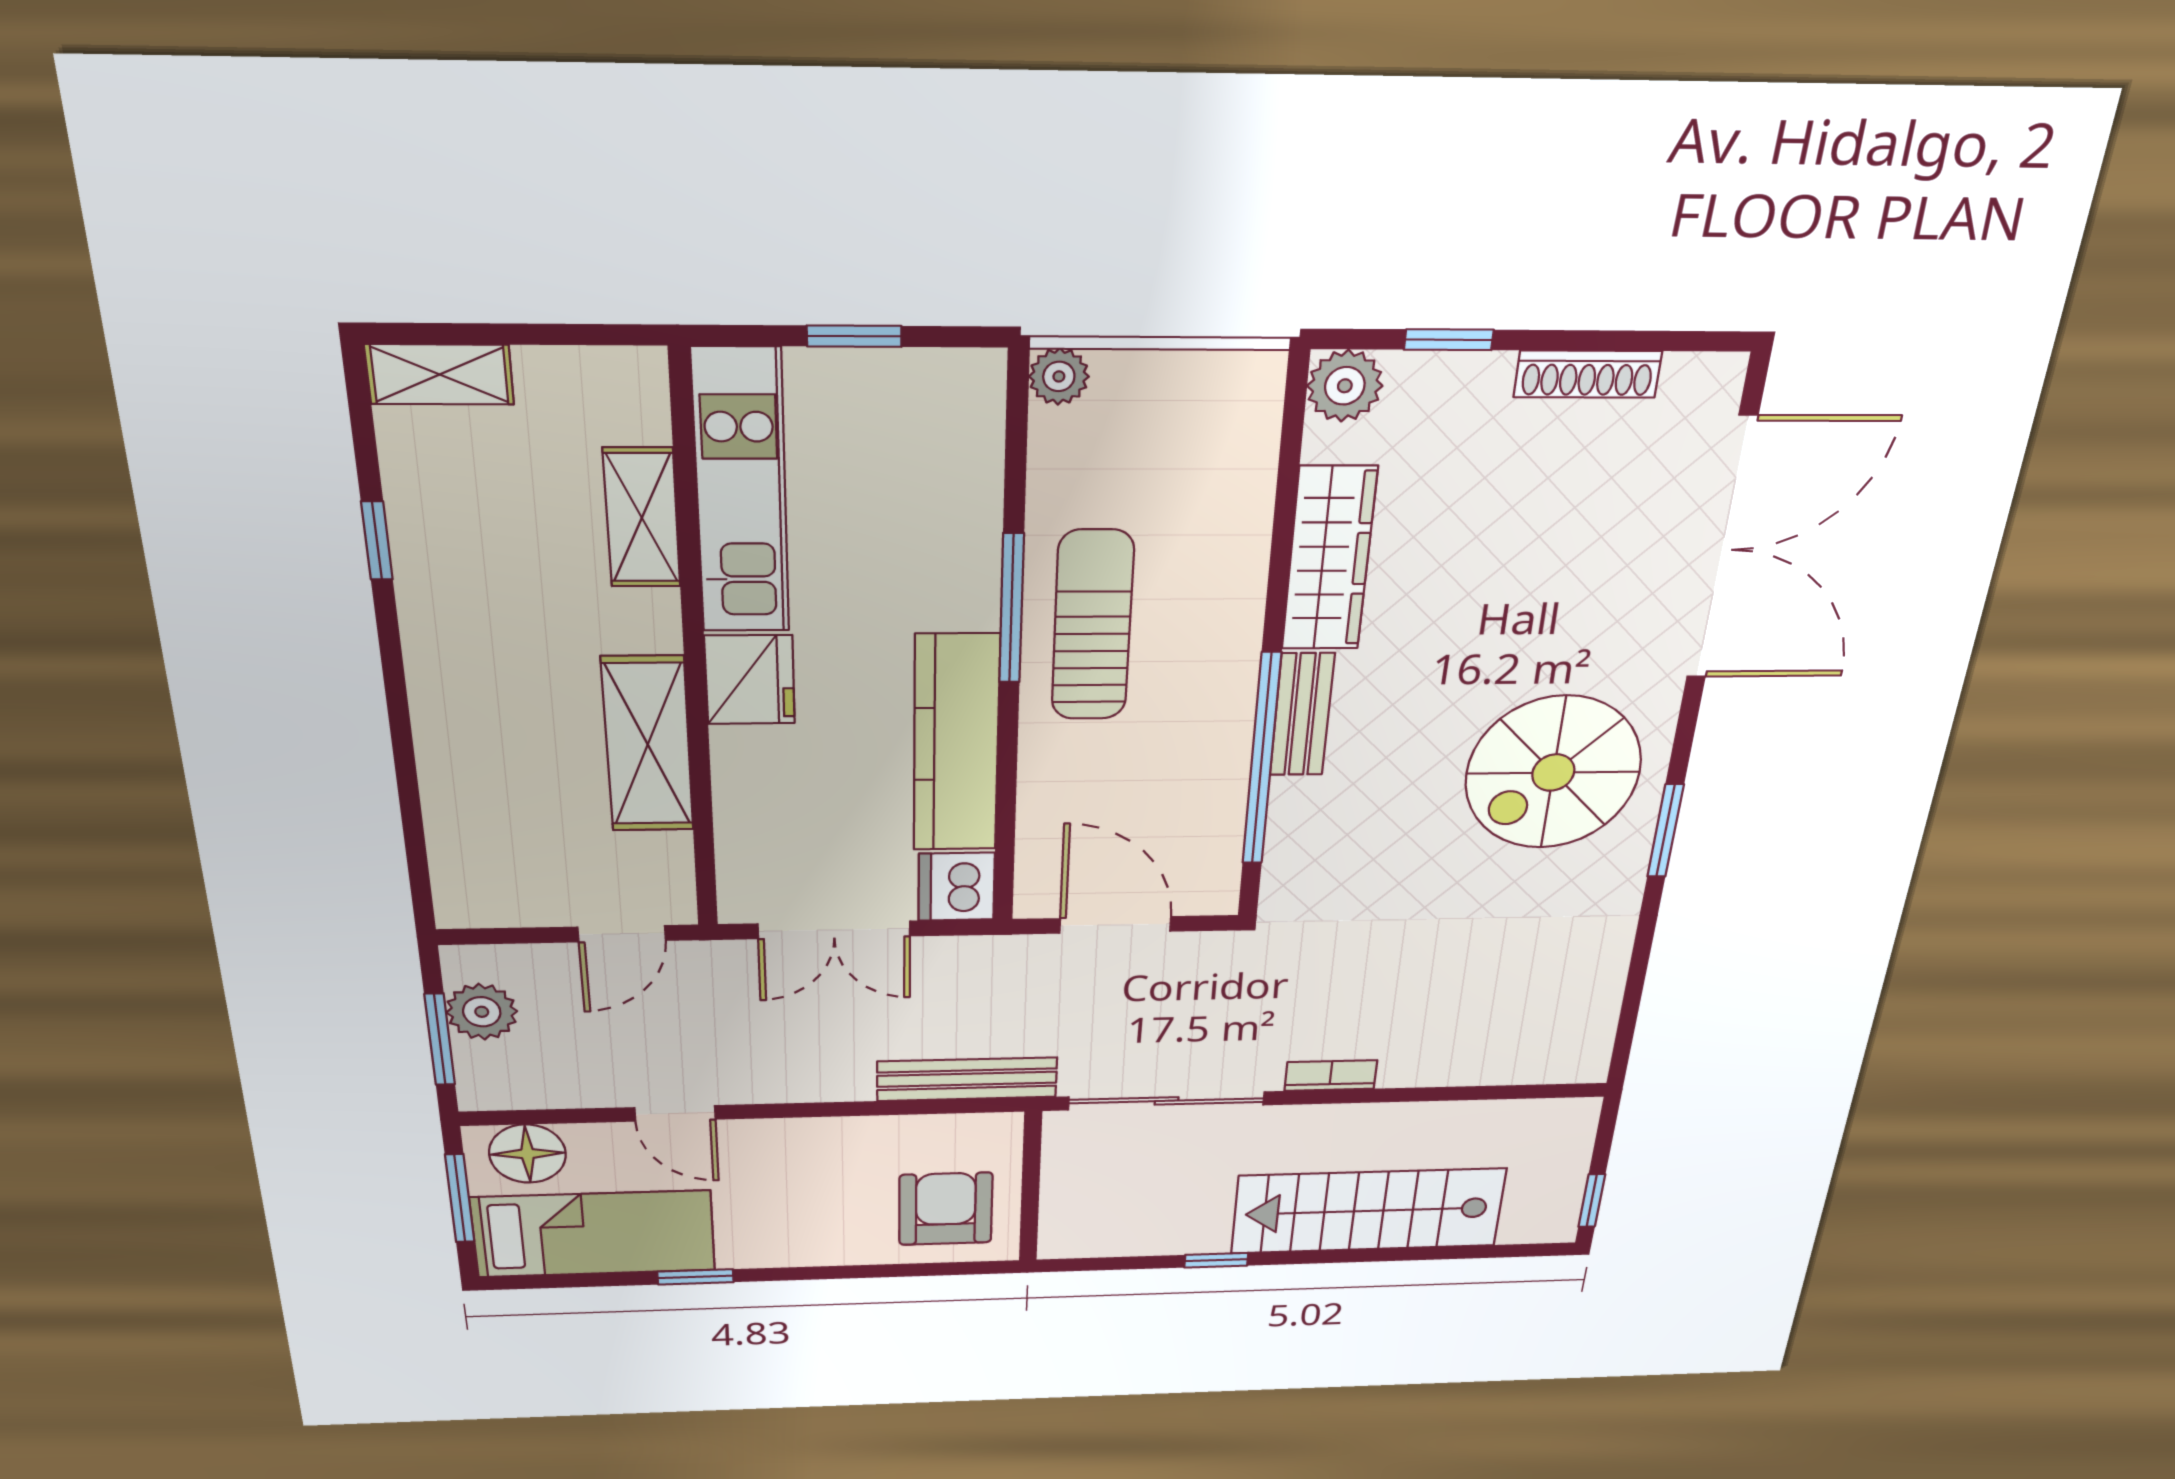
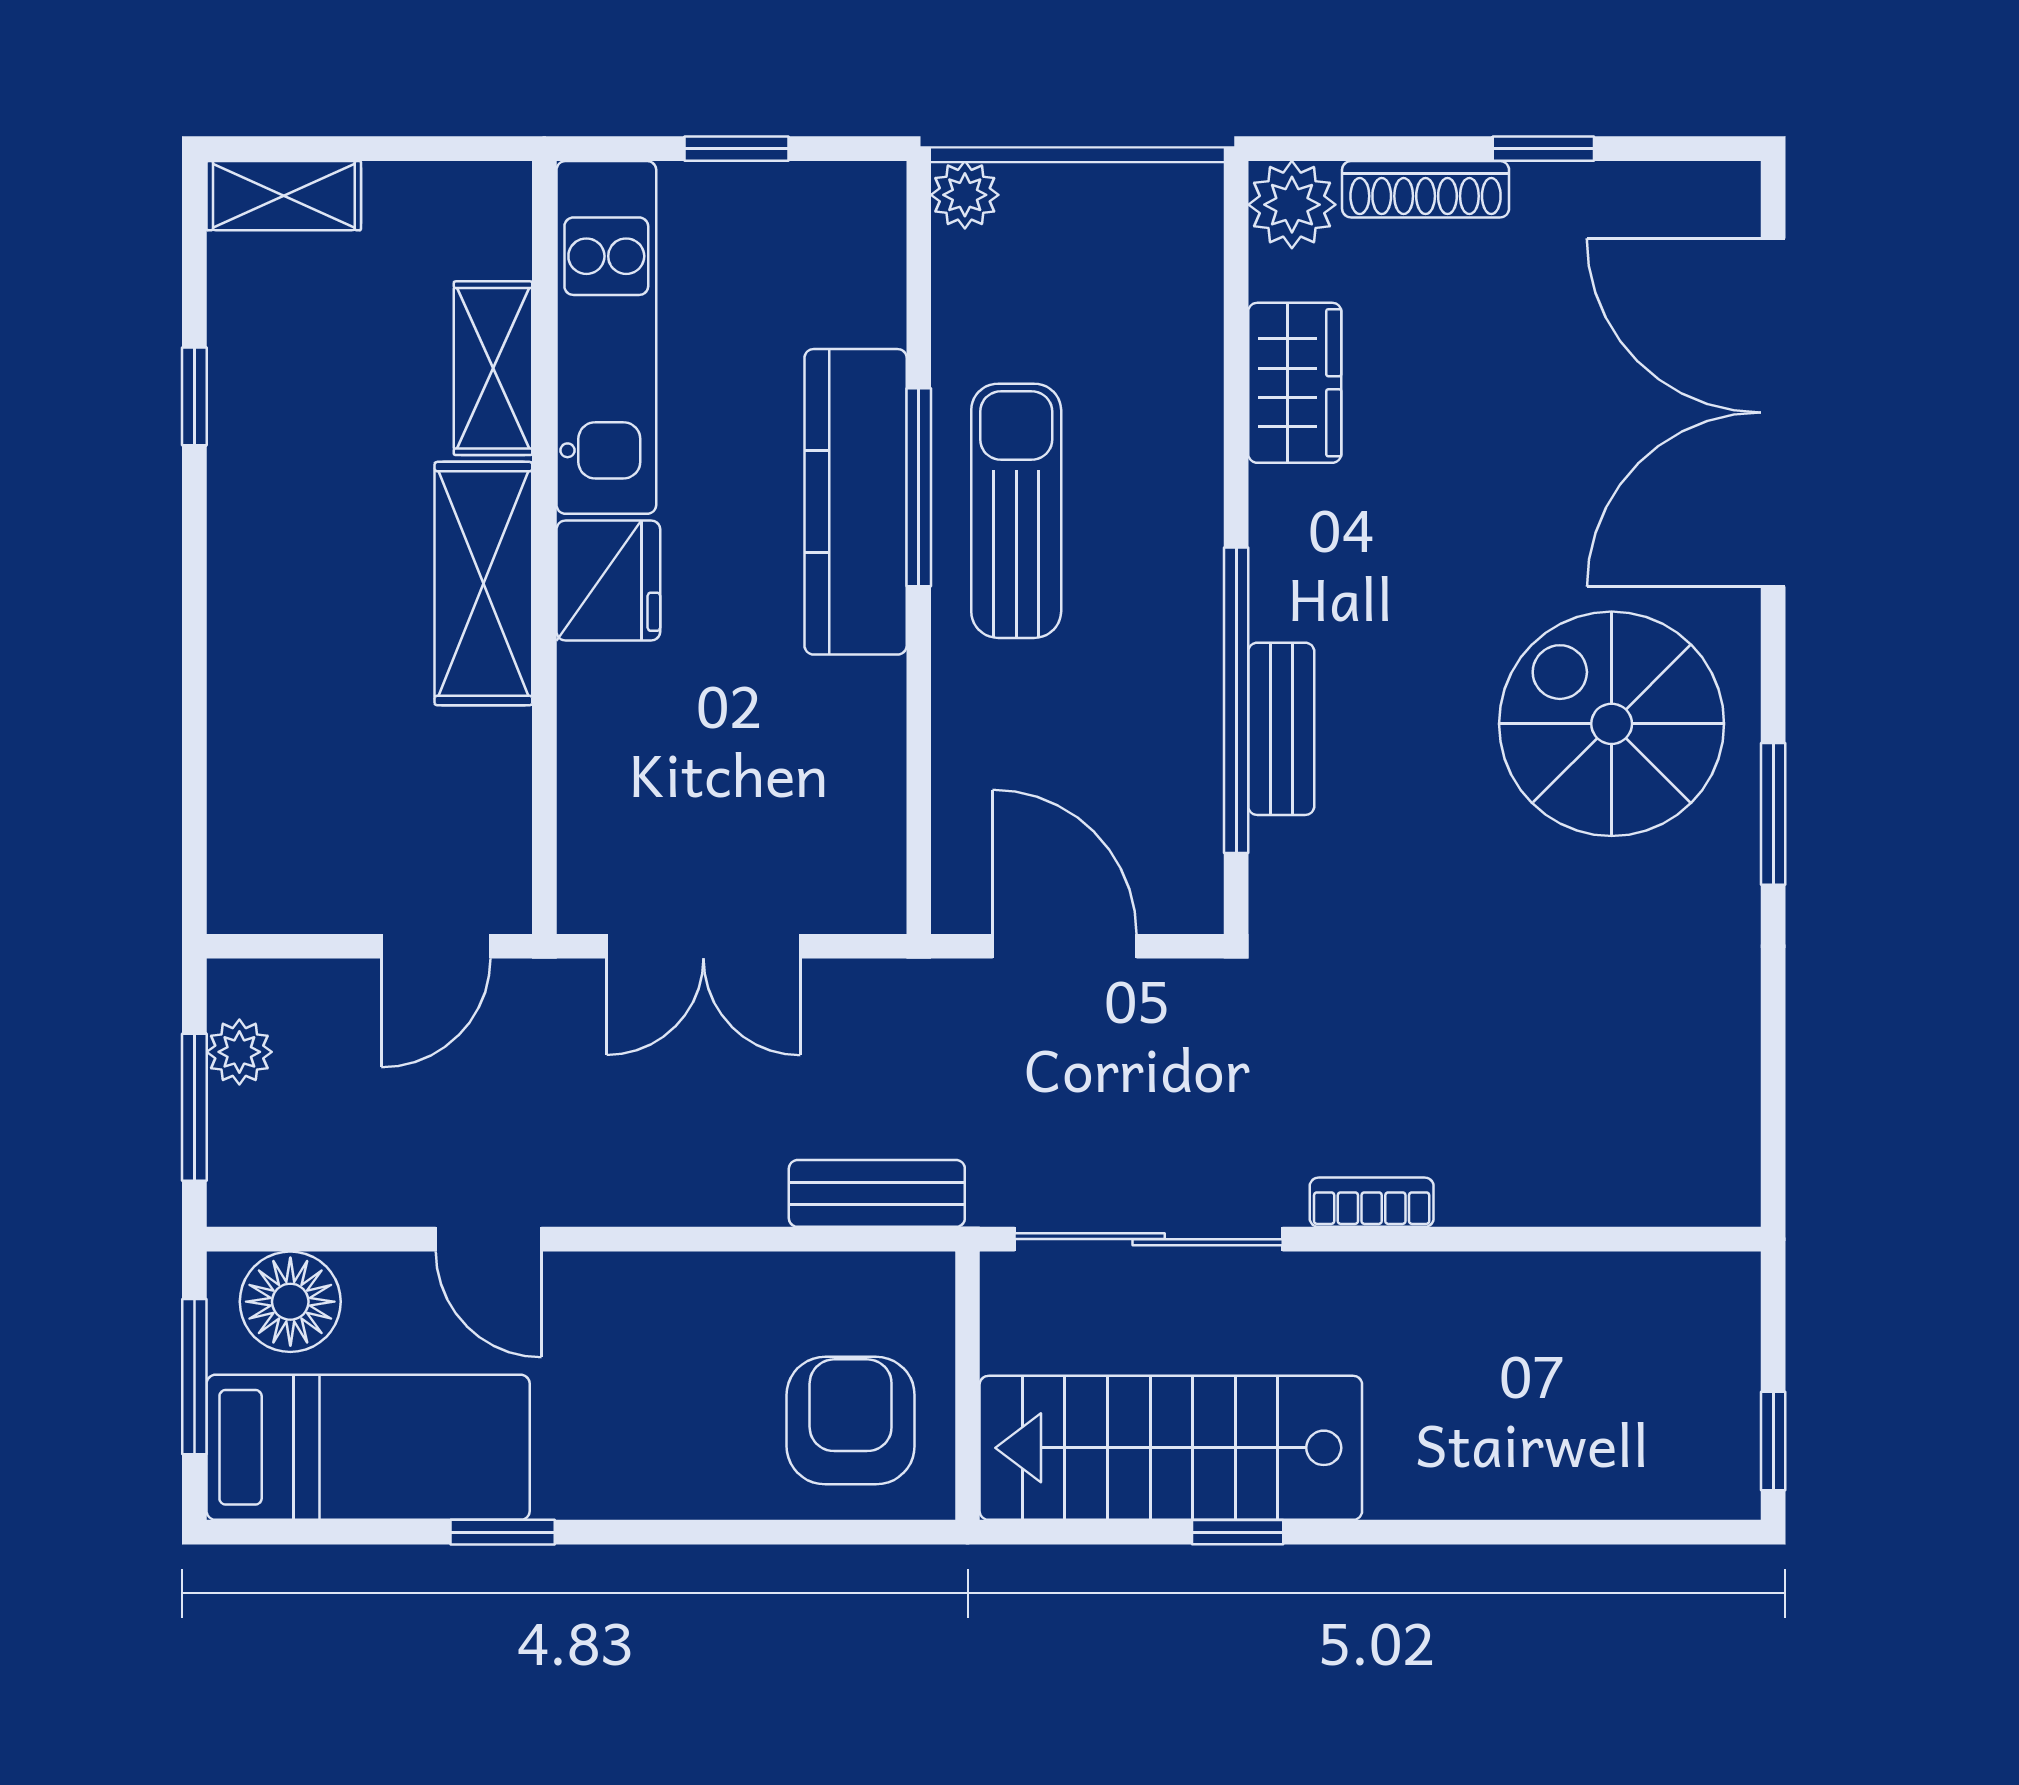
window: (1449, 340) -> (1543, 149), moved
shoe rack: (1588, 374) -> (1426, 189), moved
double door: (1722, 550) -> (1773, 413), swing flipped
wardrobe: (1329, 559) -> (1295, 383), width x0.67
bench: (1302, 715) -> (1281, 729), moved
shelving: (648, 744) -> (483, 584), moved
kitchen counter: (956, 744) -> (856, 502), moved
spiral stairs: (1553, 773) -> (1612, 724), turned 90
dishwasher: (956, 887) -> (859, 883), removed
plant: (482, 1012) -> (239, 1052), width x0.73, depth x0.73
bench: (967, 1079) -> (877, 1193), width x0.73
stairs: (1368, 1211) -> (1171, 1448), moved

